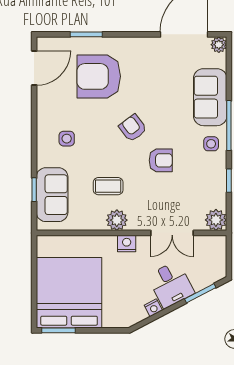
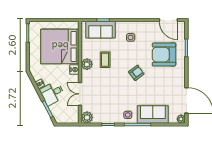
armchair: (99, 76) -> (164, 55), turned -90
armchair: (161, 160) -> (119, 88), removed
bed: (69, 293) -> (60, 46), moved, turned 180

